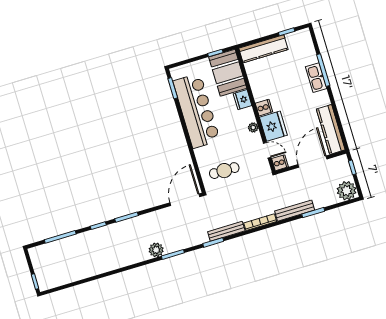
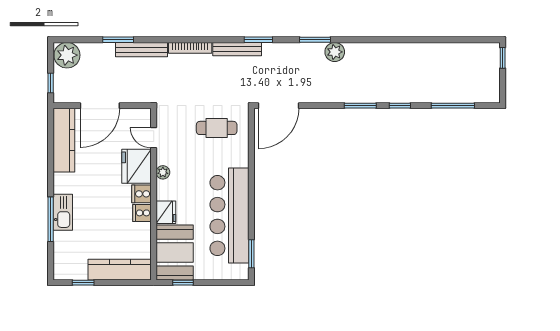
cooker: (280, 163) -> (142, 213), moved

